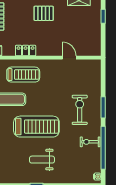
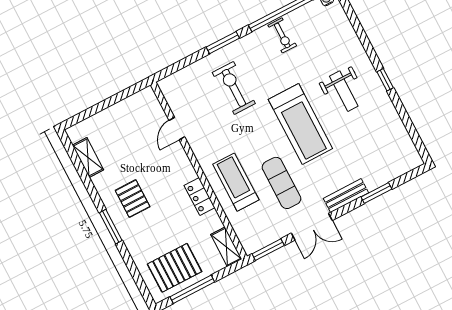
window: (103, 16) -> (92, 111), removed
exercise bike: (80, 110) -> (234, 88), moved, turned 90
treadmill: (36, 127) -> (300, 124), turned 180

